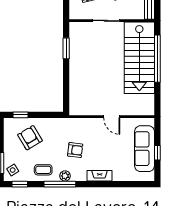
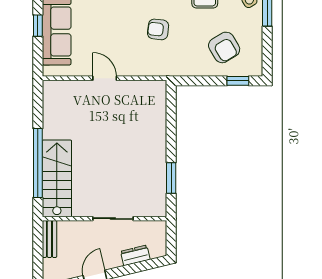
stairs: (139, 58) -> (57, 178), width x0.73, depth x0.66

